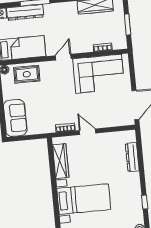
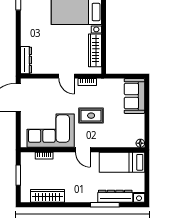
door: (63, 57) -> (83, 150), hinge flipped
rug: (27, 74) -> (91, 116), moved
dresser: (132, 157) -> (26, 60), moved

